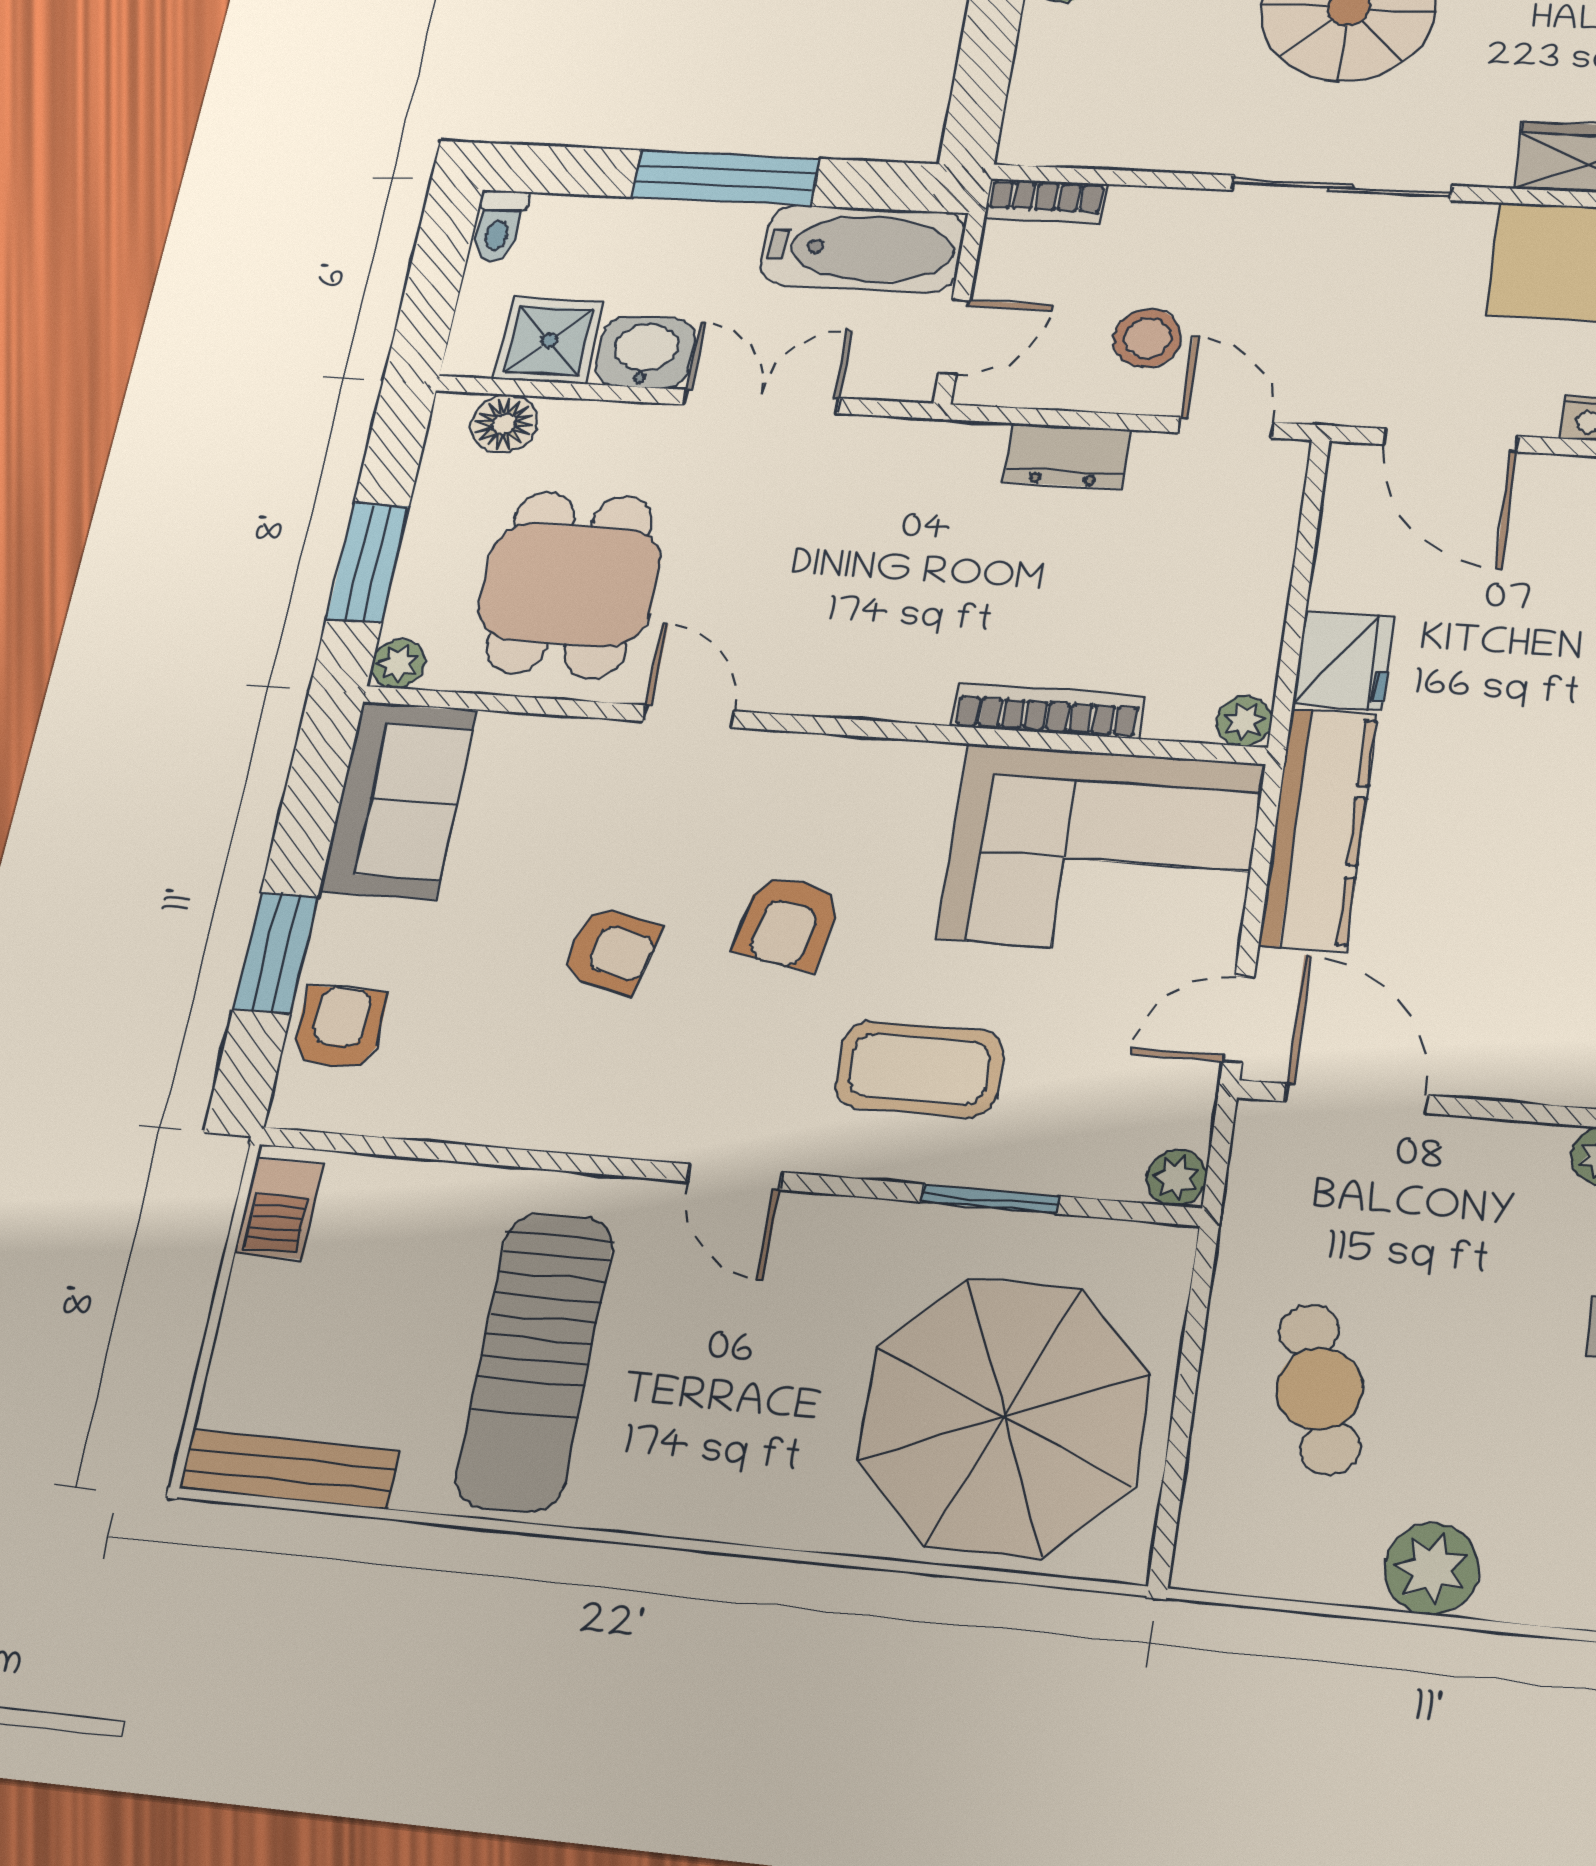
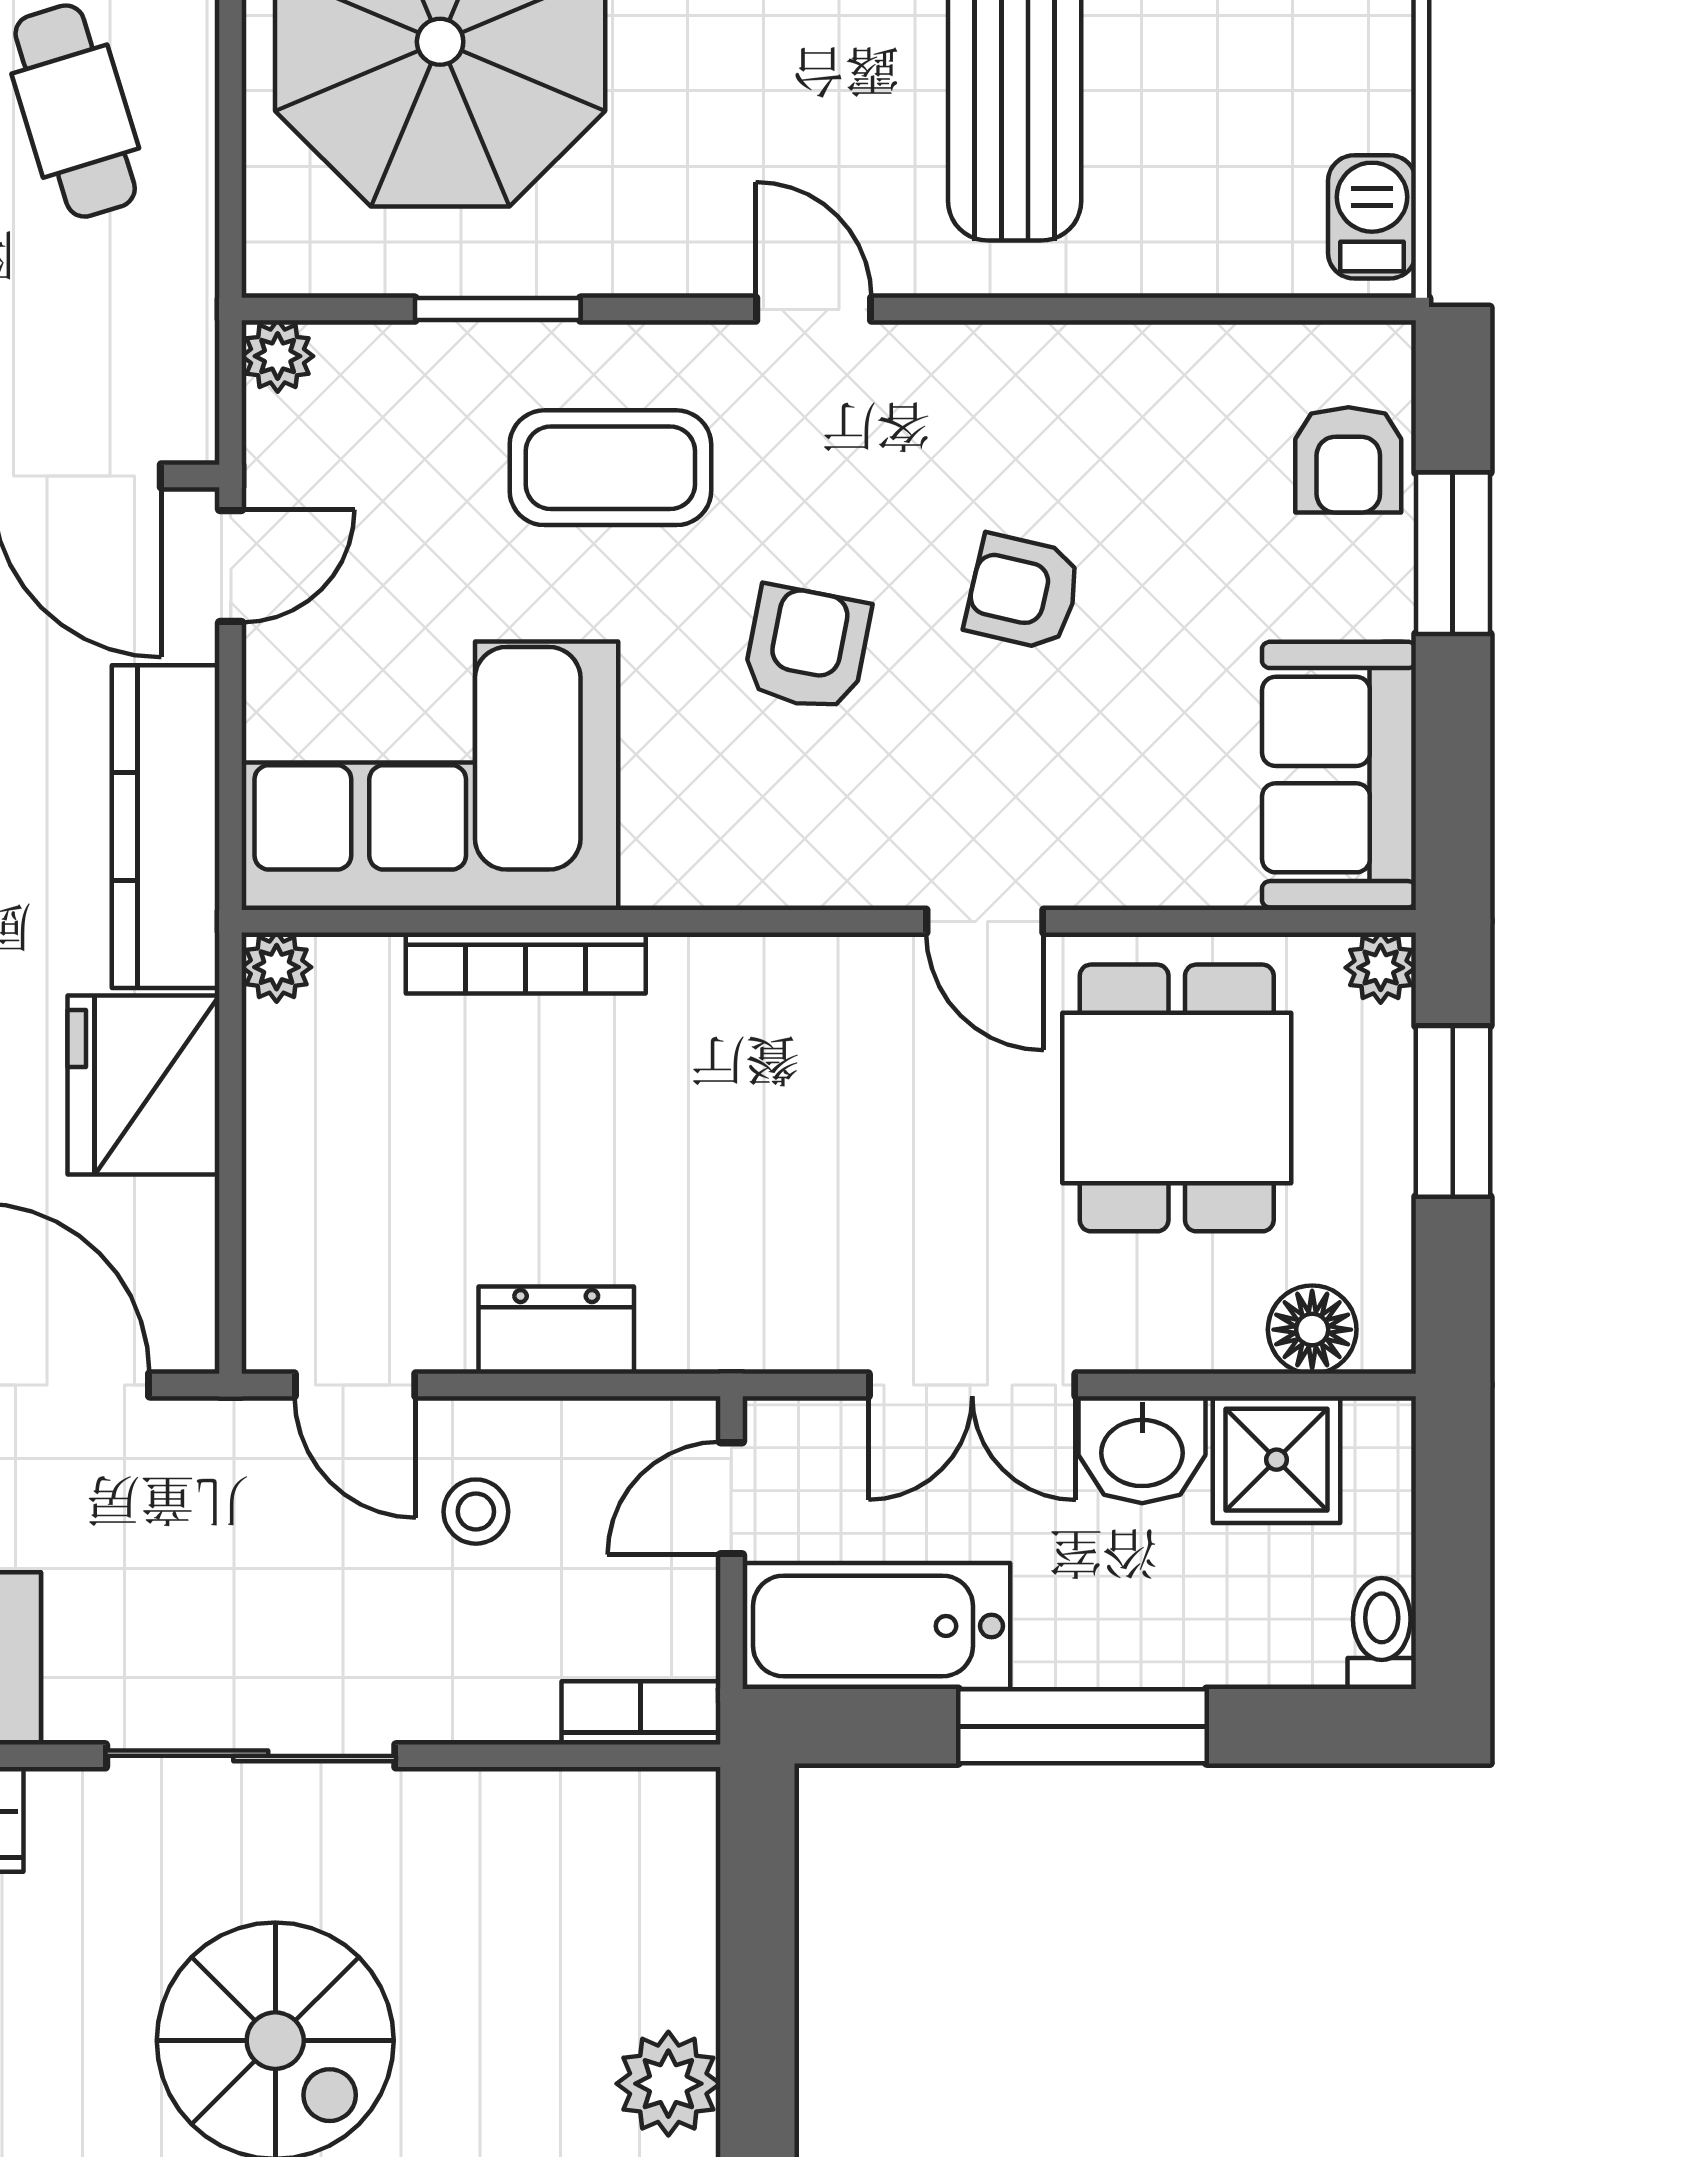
stool: (1147, 338) -> (476, 1512), width x0.73, depth x0.73
fridge: (1344, 660) -> (144, 1085), width x1.36, depth x1.34

